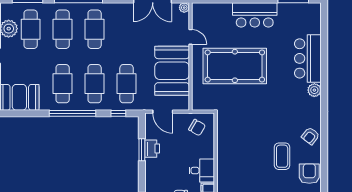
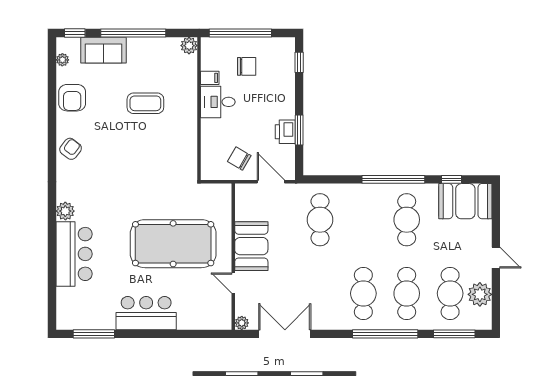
booth: (172, 71) -> (251, 246), width x0.73, depth x0.70
cafe table: (95, 84) -> (363, 220), removed
window: (118, 113) -> (451, 179), moved
chair: (197, 127) -> (239, 159), moved
coffee table: (282, 156) -> (145, 103), moved, turned 90

